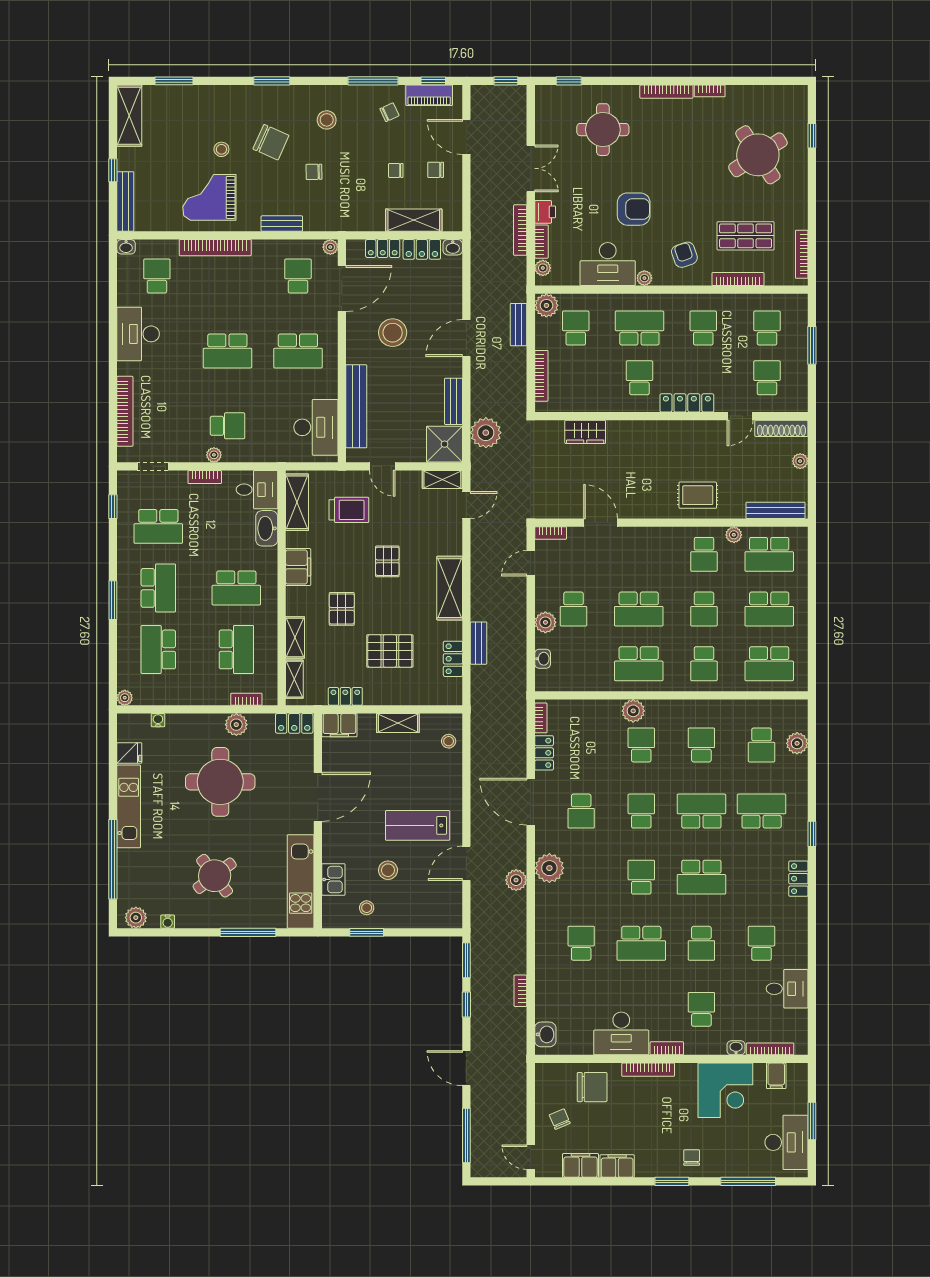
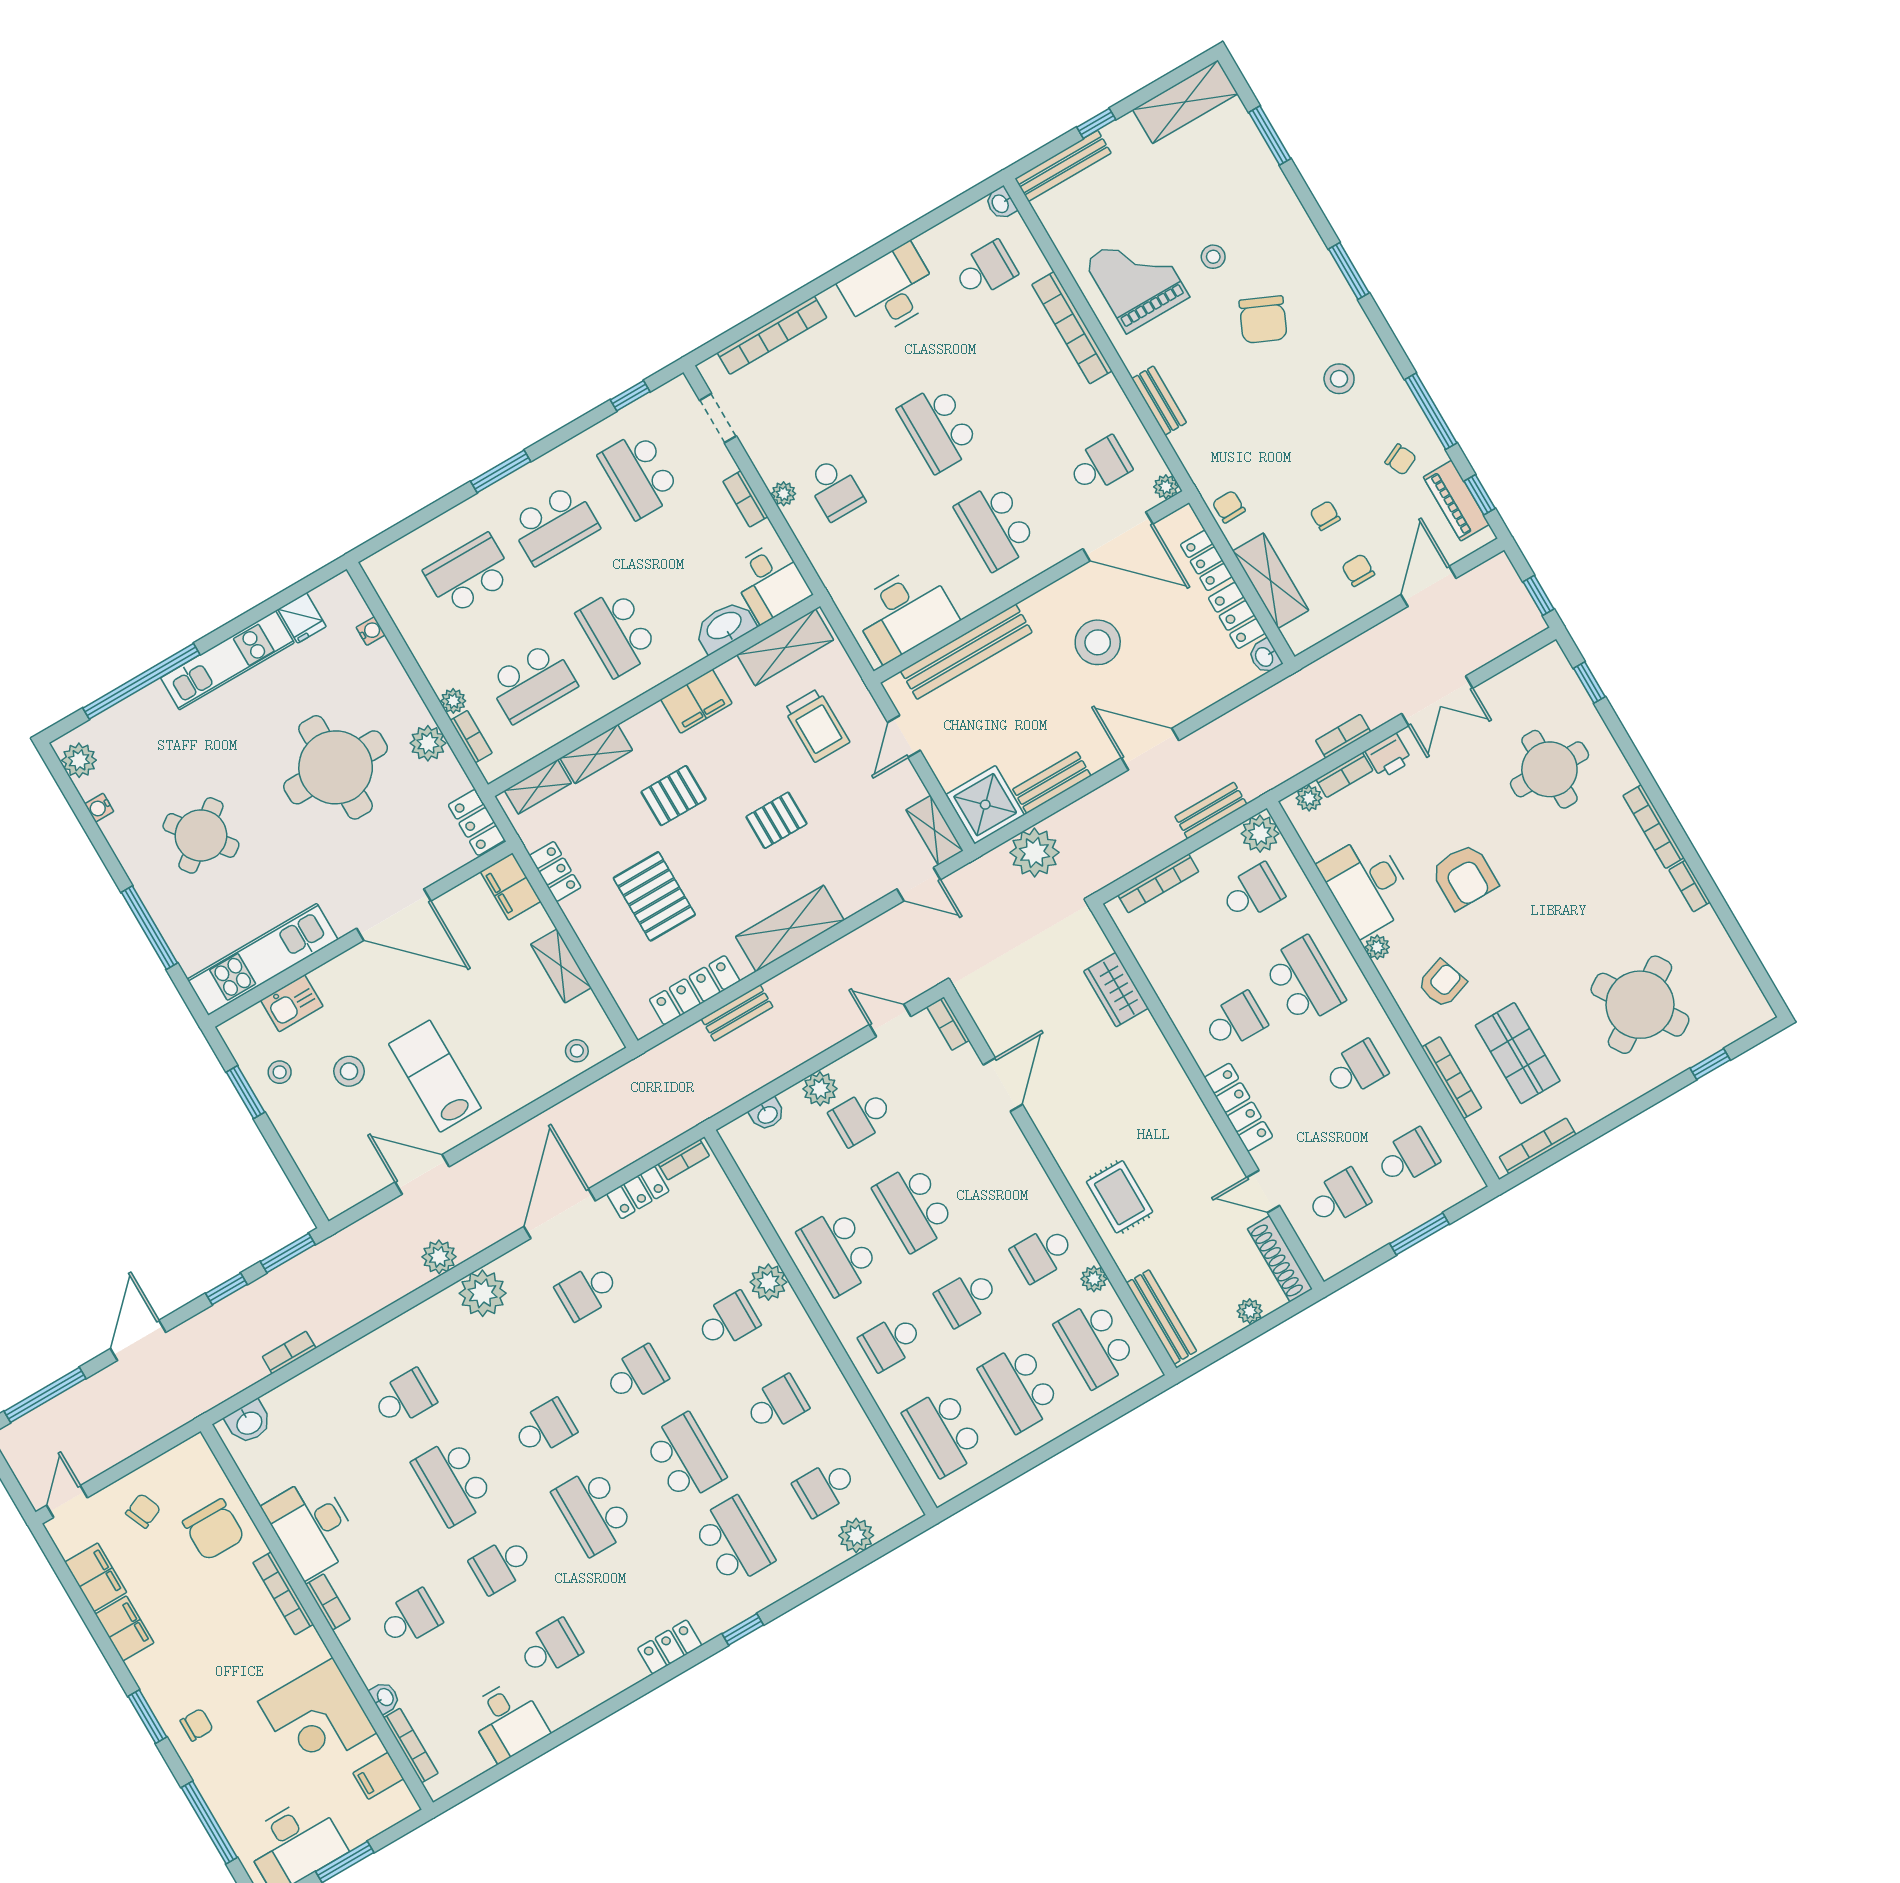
chair: (314, 172) -> (1229, 507), moved
bookcase: (520, 230) -> (1343, 736), width x0.64
locker: (453, 659) -> (695, 990), width x1.53
plant: (125, 698) -> (453, 701), moved

